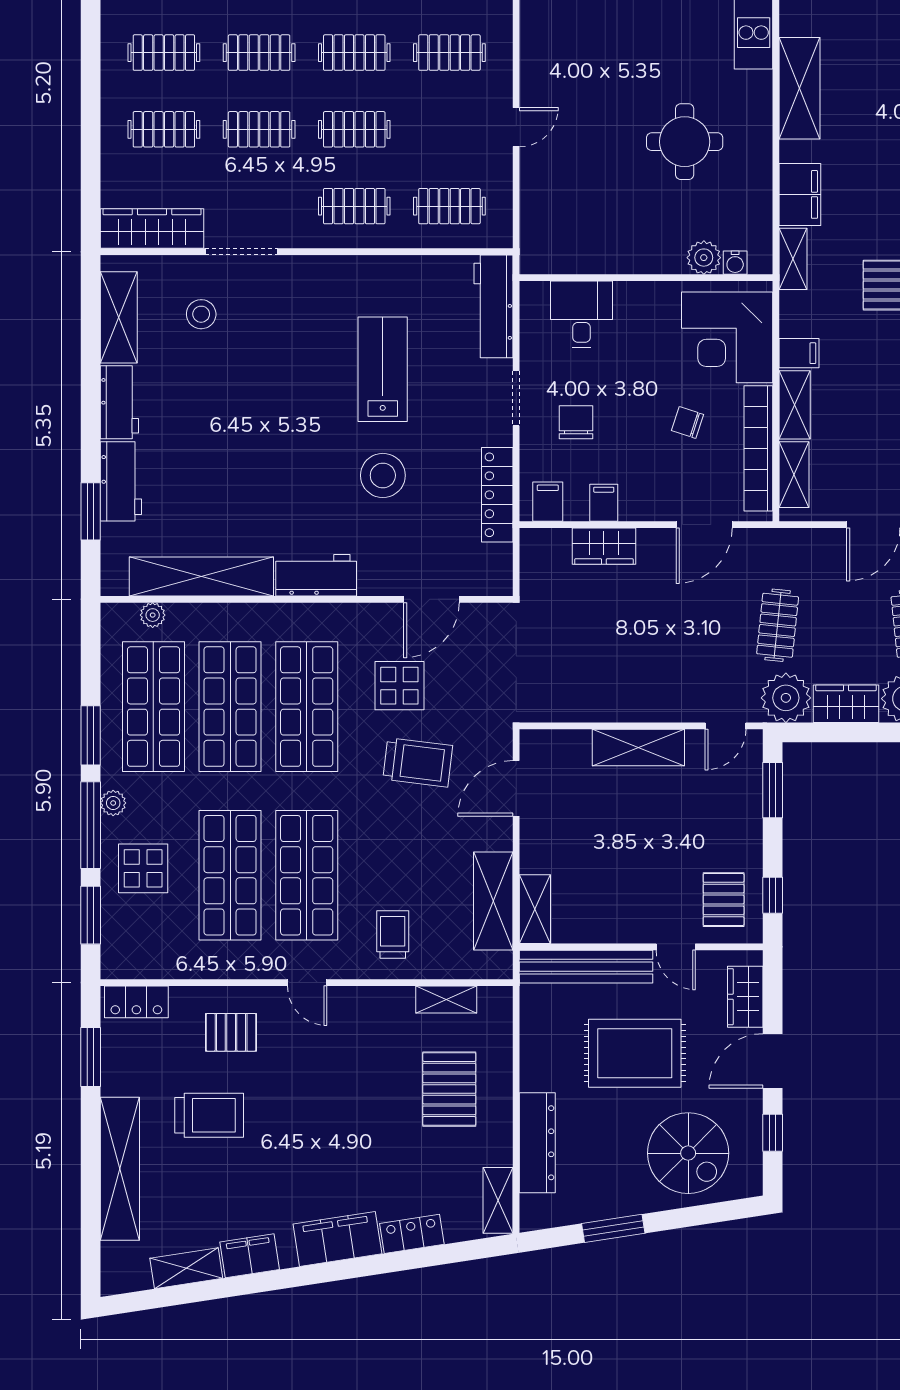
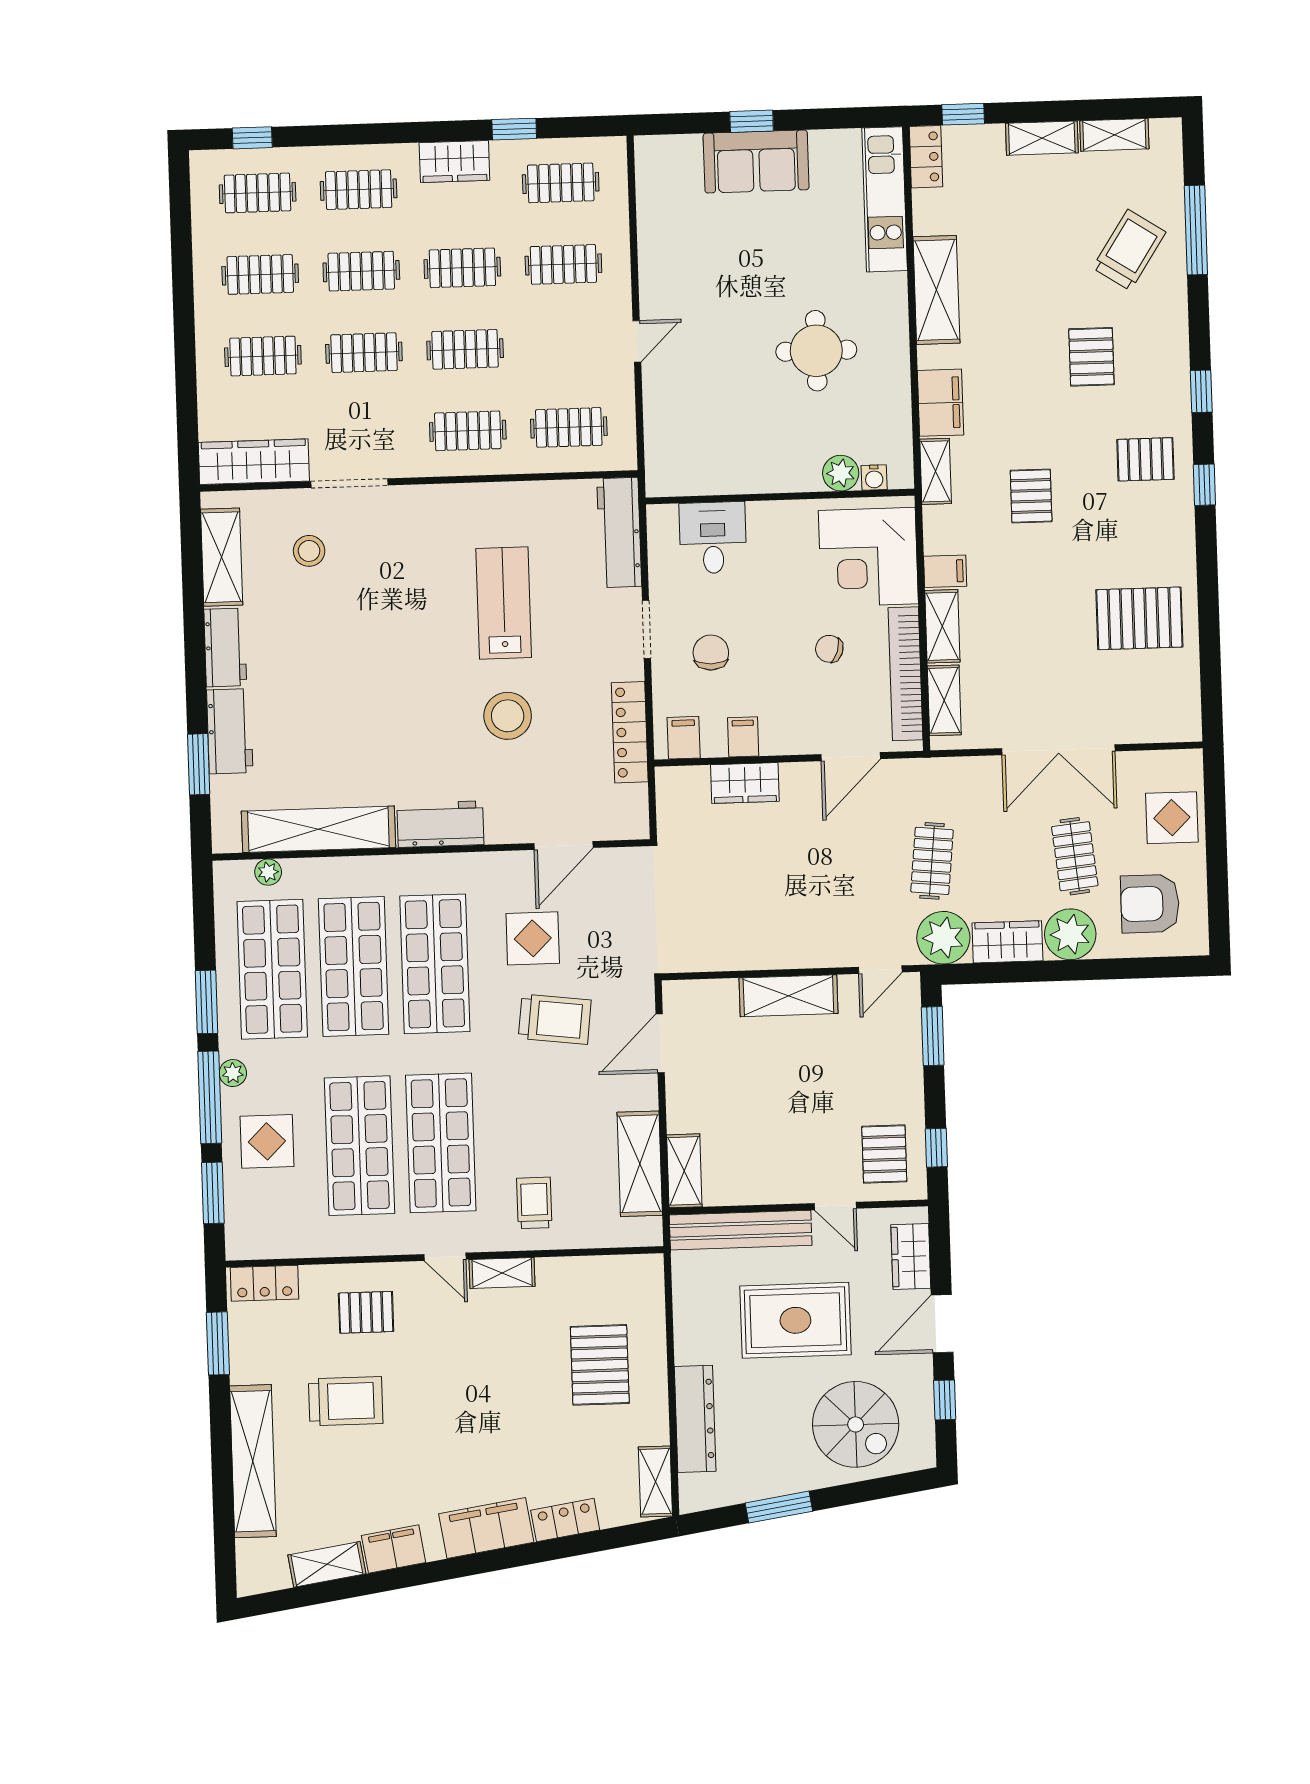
shelving: (446, 999) -> (502, 1273), moved

